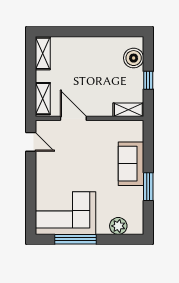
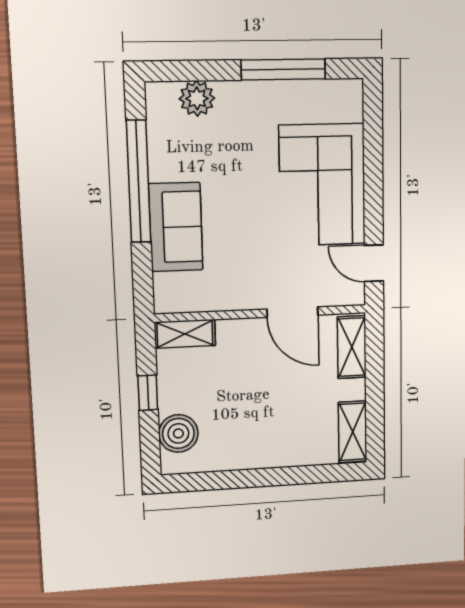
window: (148, 187) -> (139, 182), width x2.11
corner sofa: (66, 213) -> (322, 185), moved, turned 90

